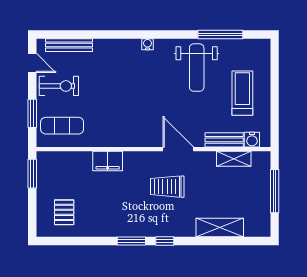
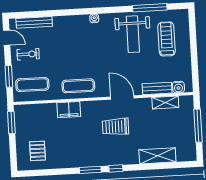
exercise bike: (59, 86) -> (28, 54), width x0.73, depth x0.72
treadmill: (242, 93) -> (166, 39), moved
exercise mat: (122, 131) -> (78, 86), added

